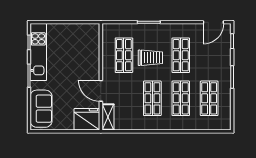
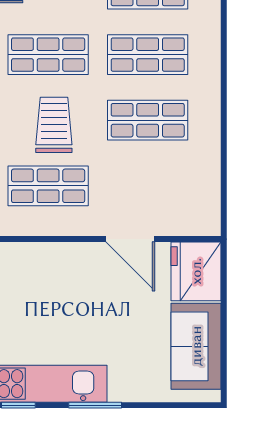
door: (101, 91) -> (130, 239), hinge flipped
sofa: (41, 109) -> (196, 346), moved, turned -90
shelving: (108, 117) -> (191, 223), removed

